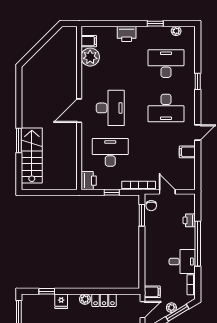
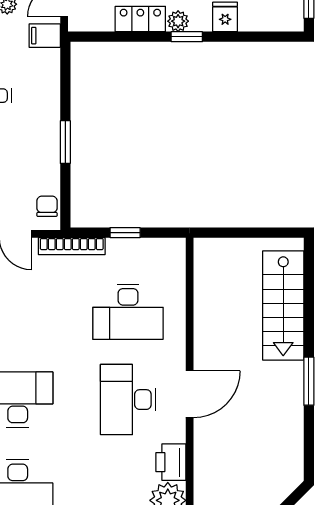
window: (19, 141) -> (309, 381), moved
printer: (89, 181) -> (171, 462), moved
window: (142, 215) -> (65, 142), moved
window: (47, 291) -> (187, 37), moved

